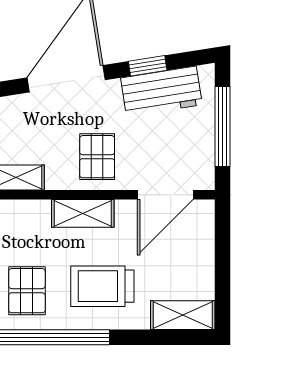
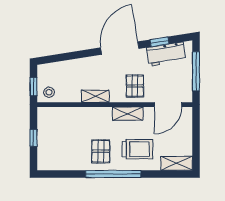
trolley: (102, 286) -> (137, 149), turned 180

